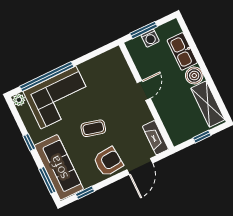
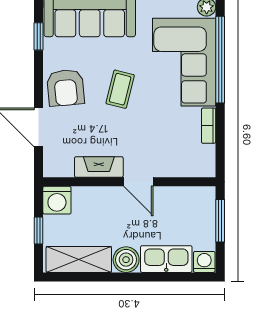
washing machine: (150, 38) -> (204, 262), moved, turned 90
bookcase: (90, 64) -> (209, 126), added
washing machine: (178, 134) -> (57, 200), added
fireplace: (155, 138) -> (99, 167), moved

